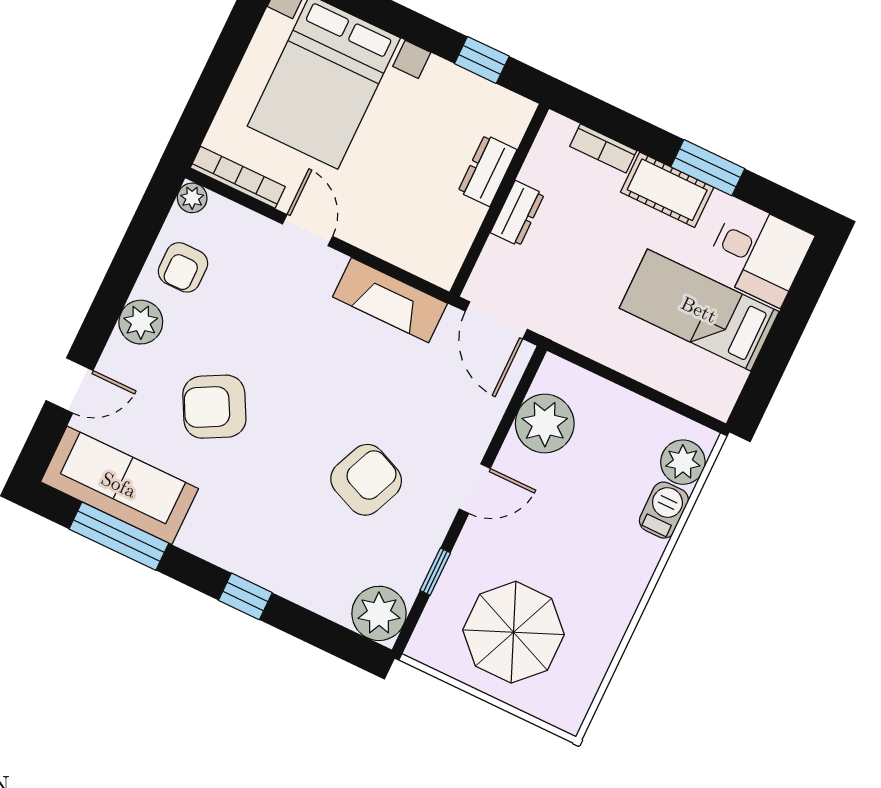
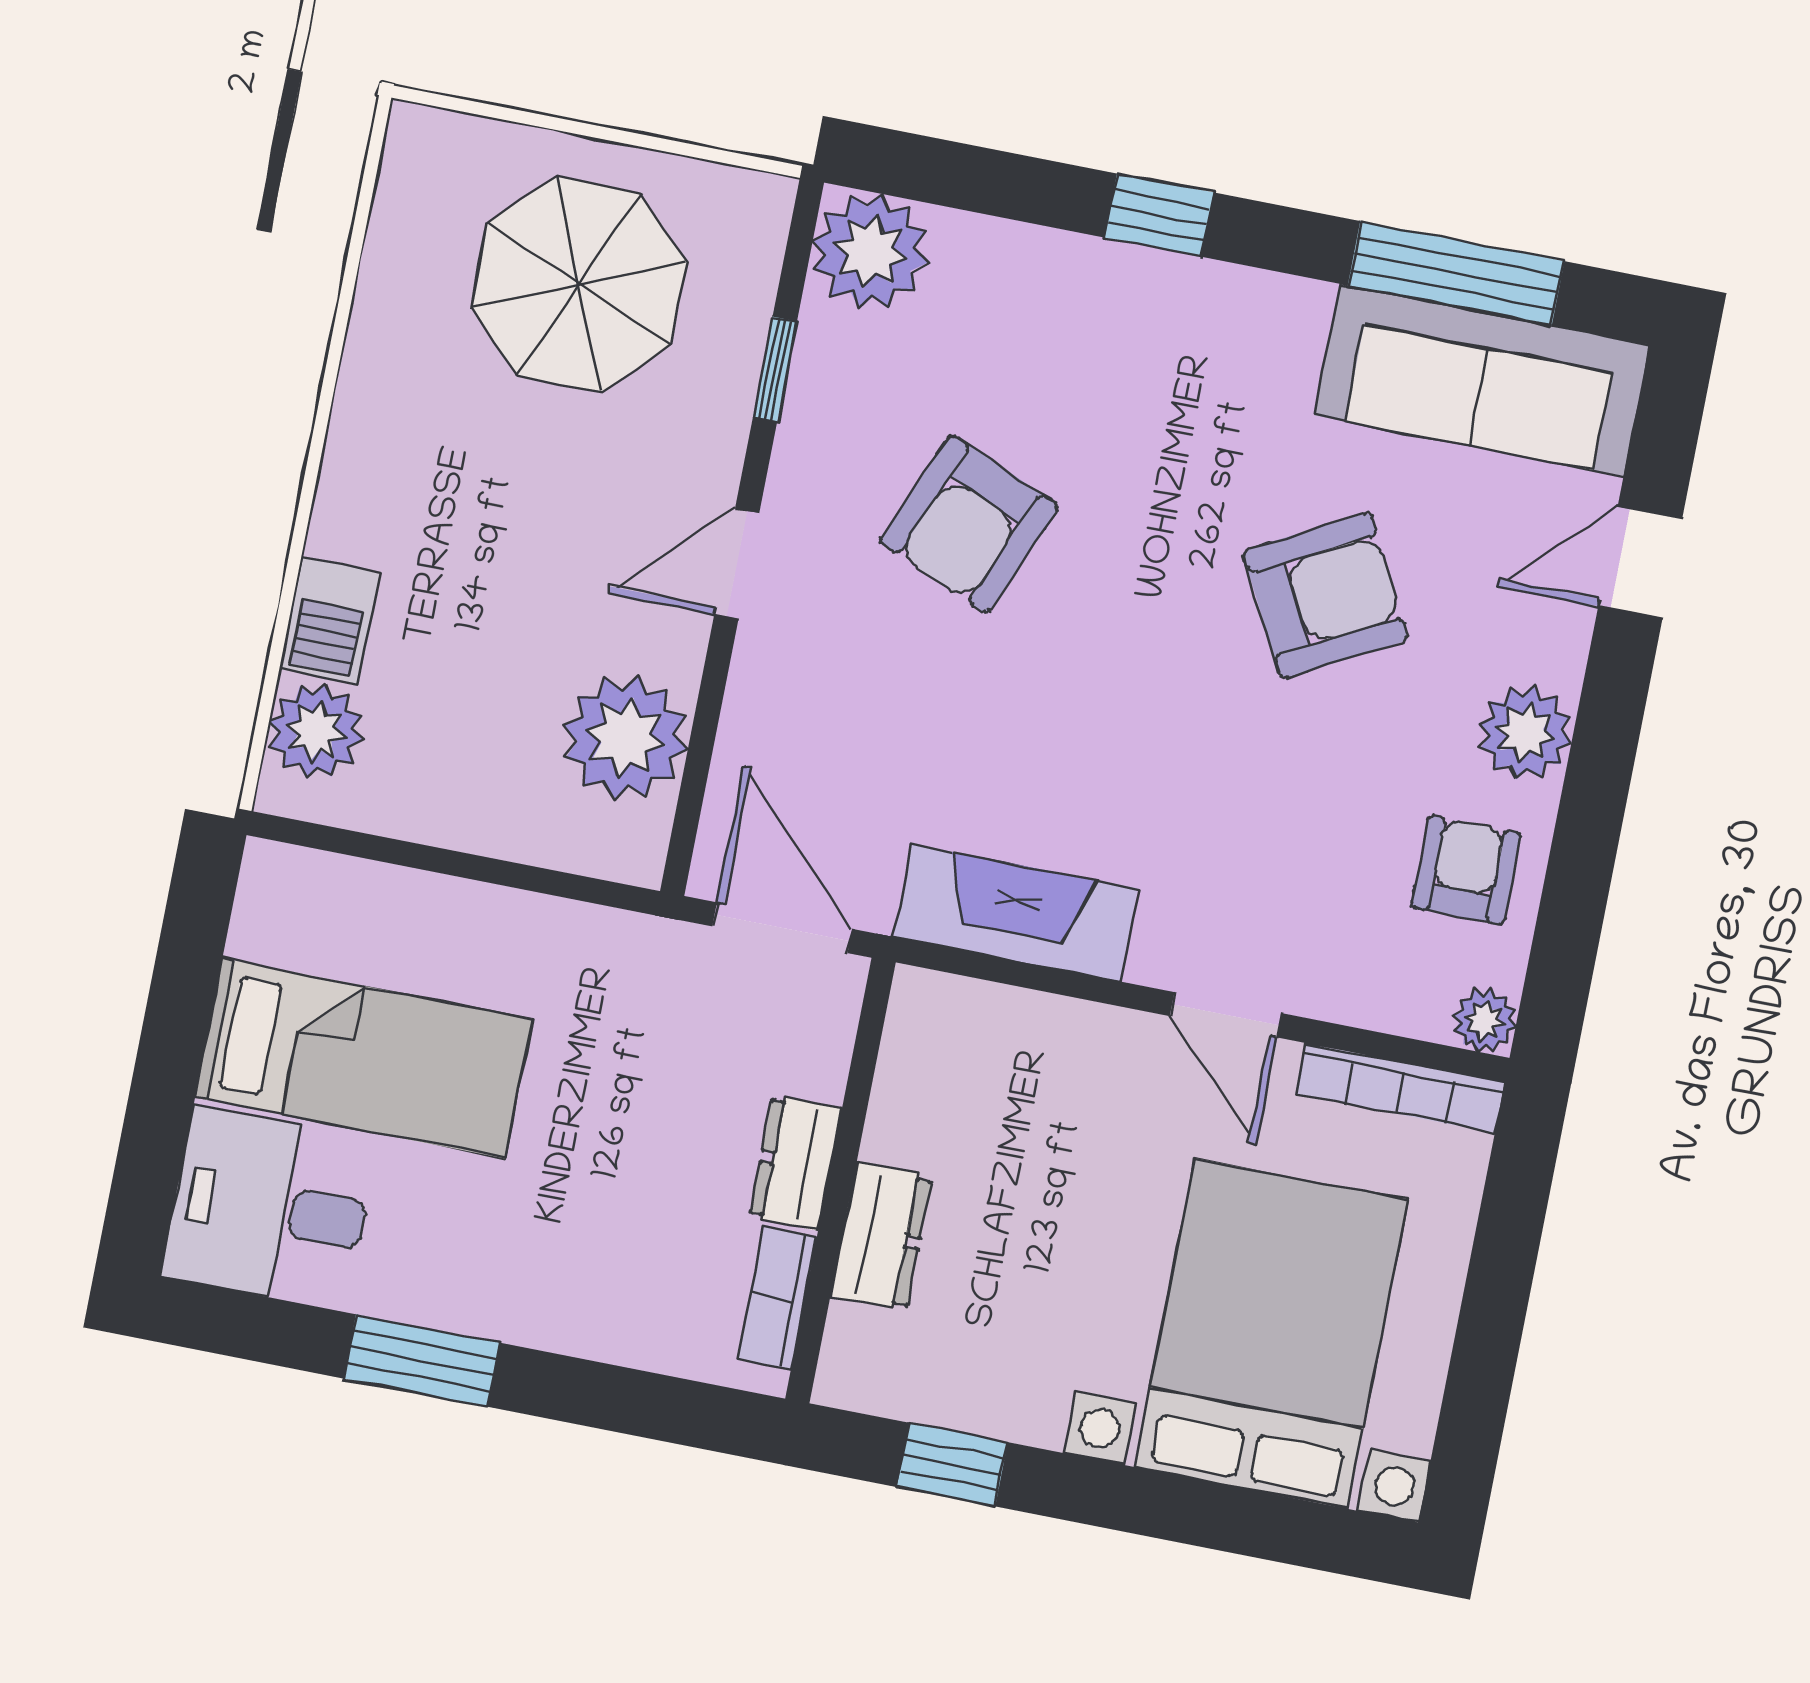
bookcase: (603, 148) -> (777, 1299), moved, turned -90
cot: (667, 190) -> (495, 1293), removed

